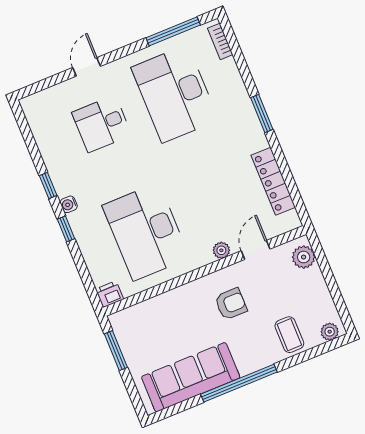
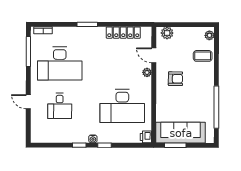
armchair: (231, 304) -> (175, 79), turned 90
sofa: (191, 377) -> (181, 133), moved, turned 90
window: (239, 383) -> (216, 107), moved

